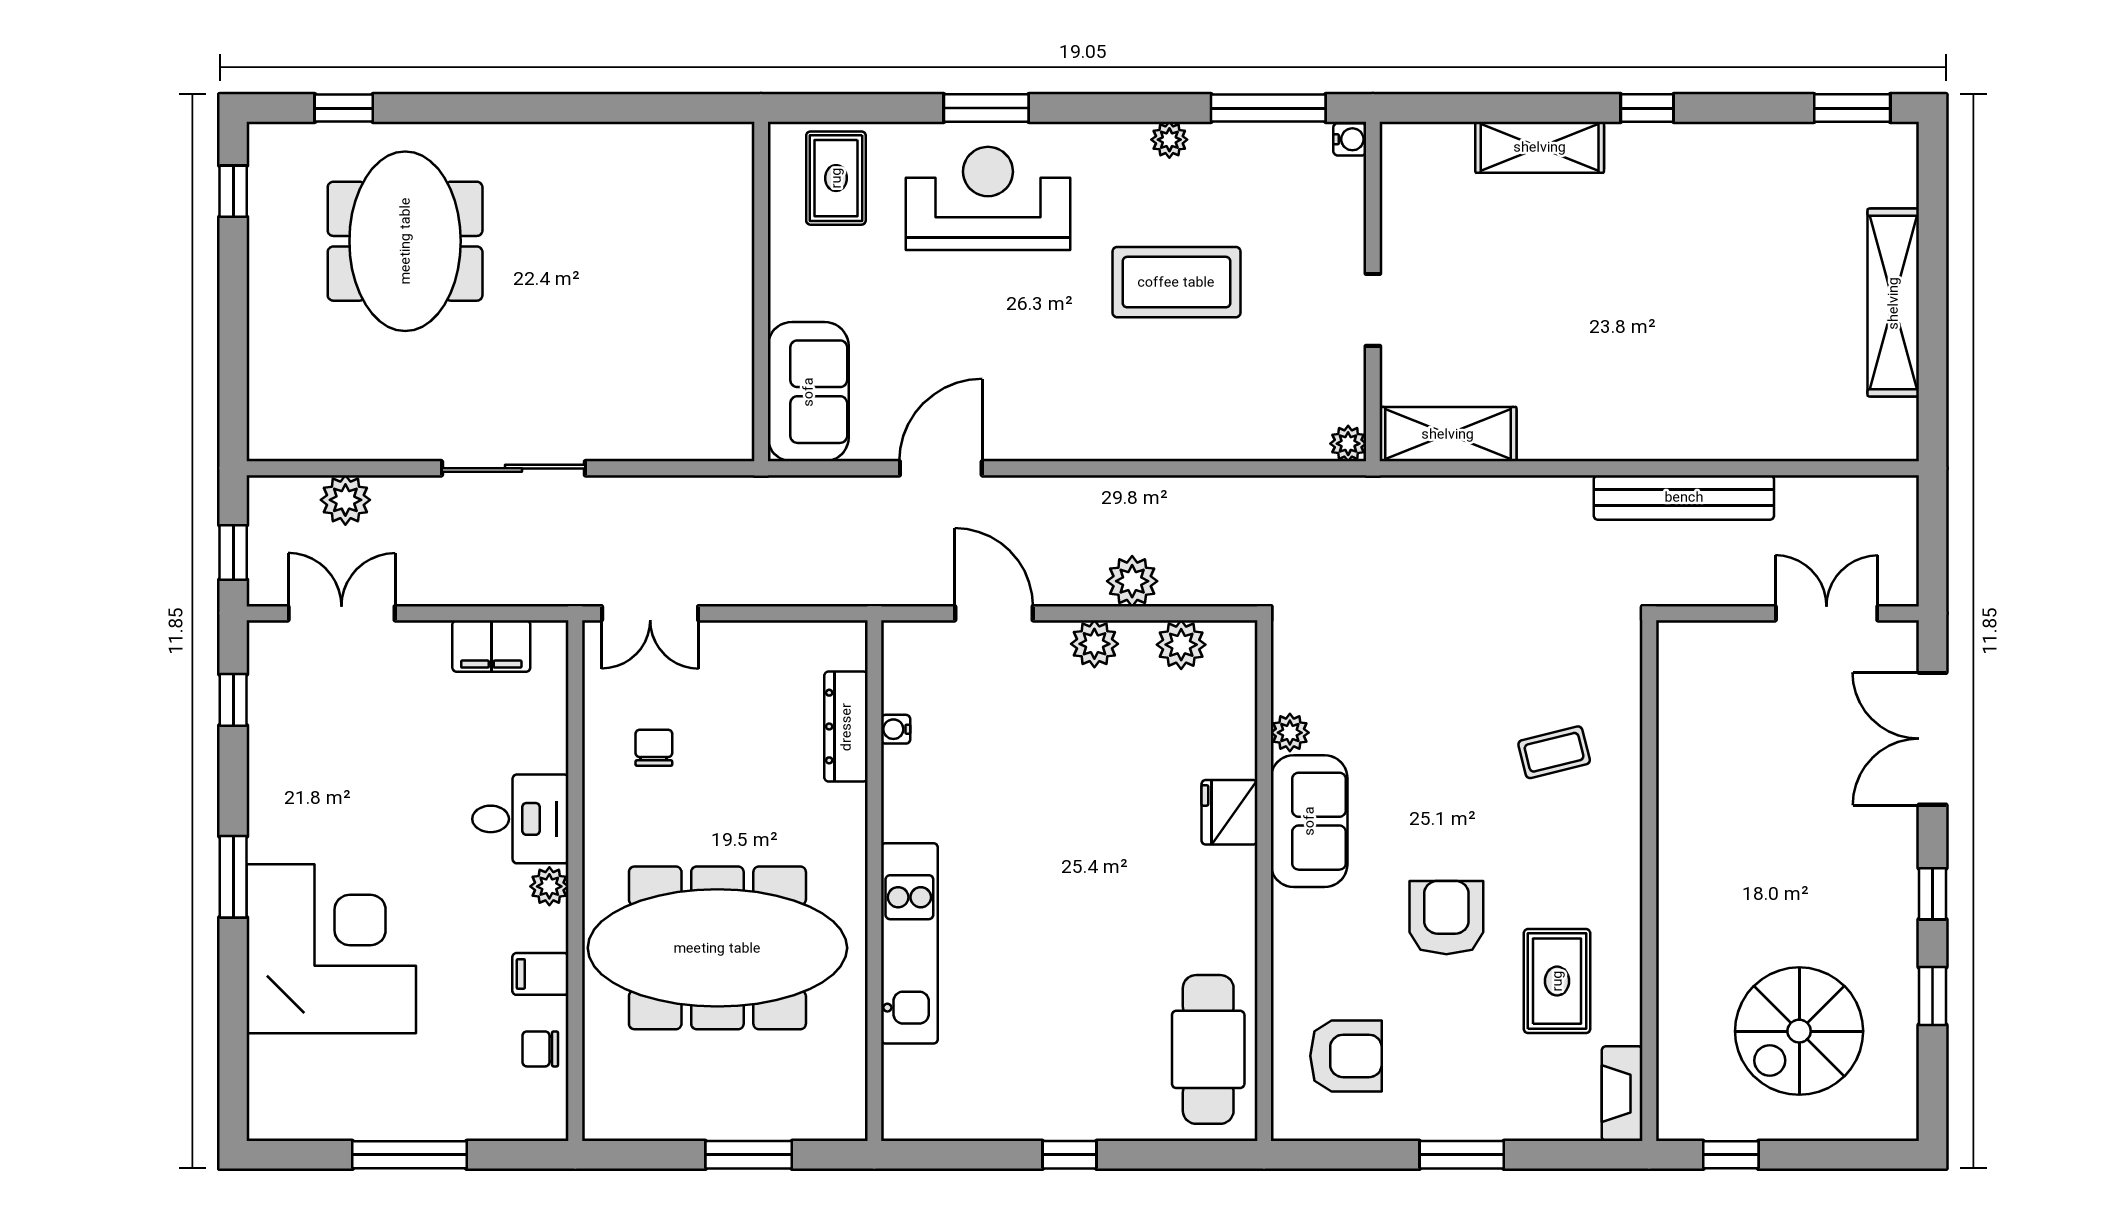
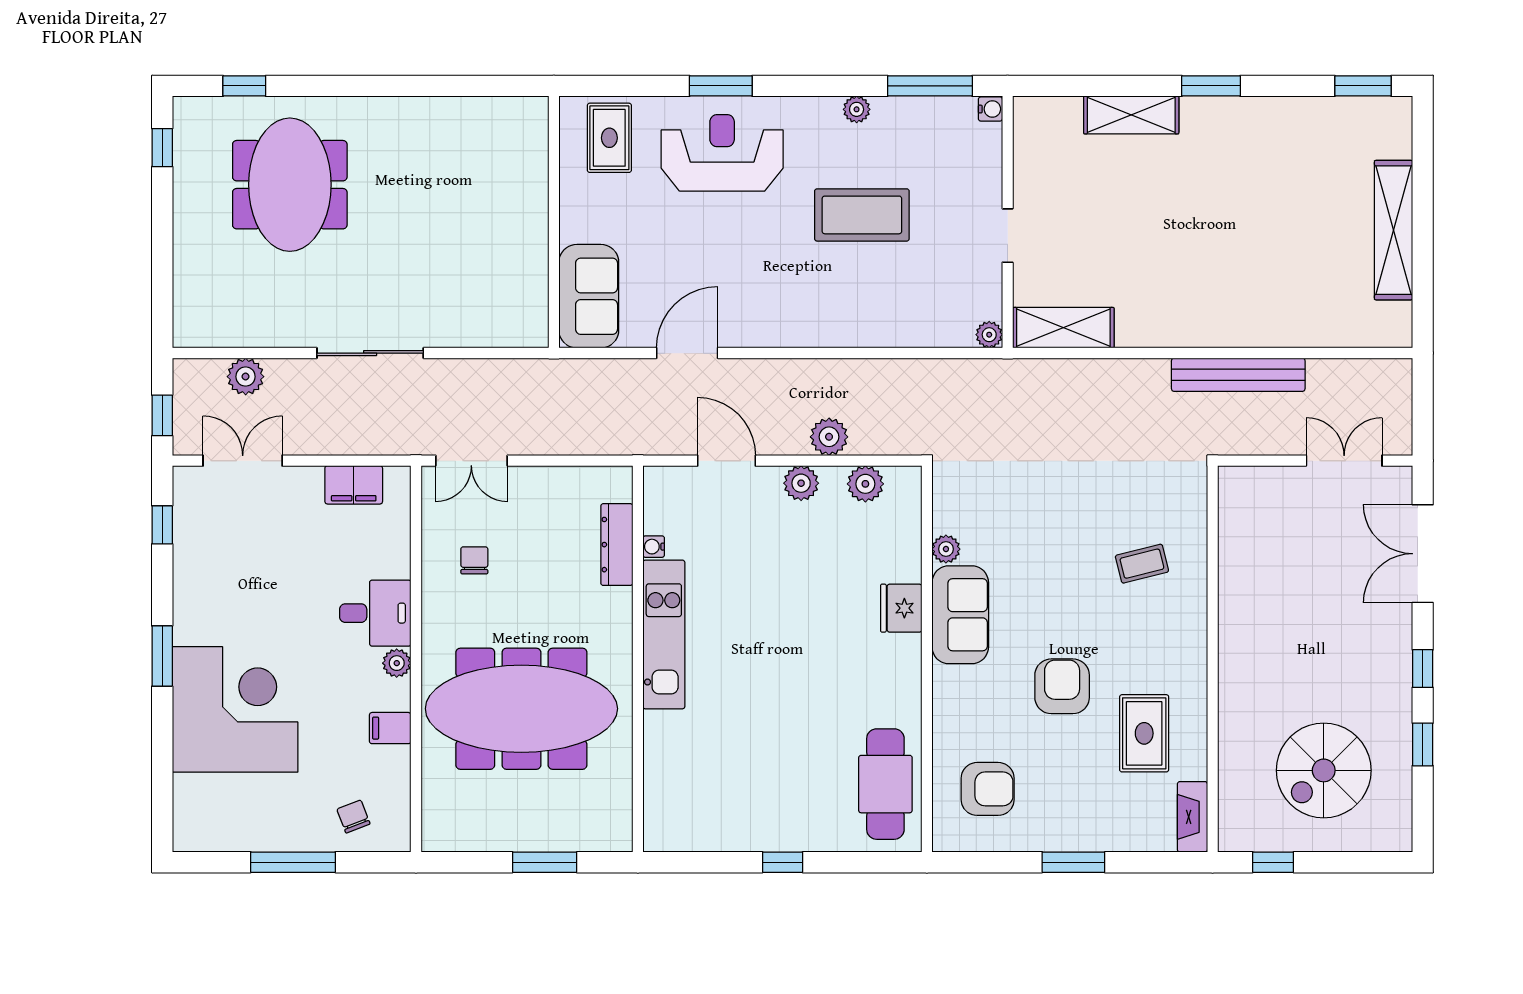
window: (1647, 108) -> (1211, 86), width x1.50
kitchen unit: (909, 943) -> (664, 634), moved
chair: (540, 1049) -> (353, 817), moved, turned 69

